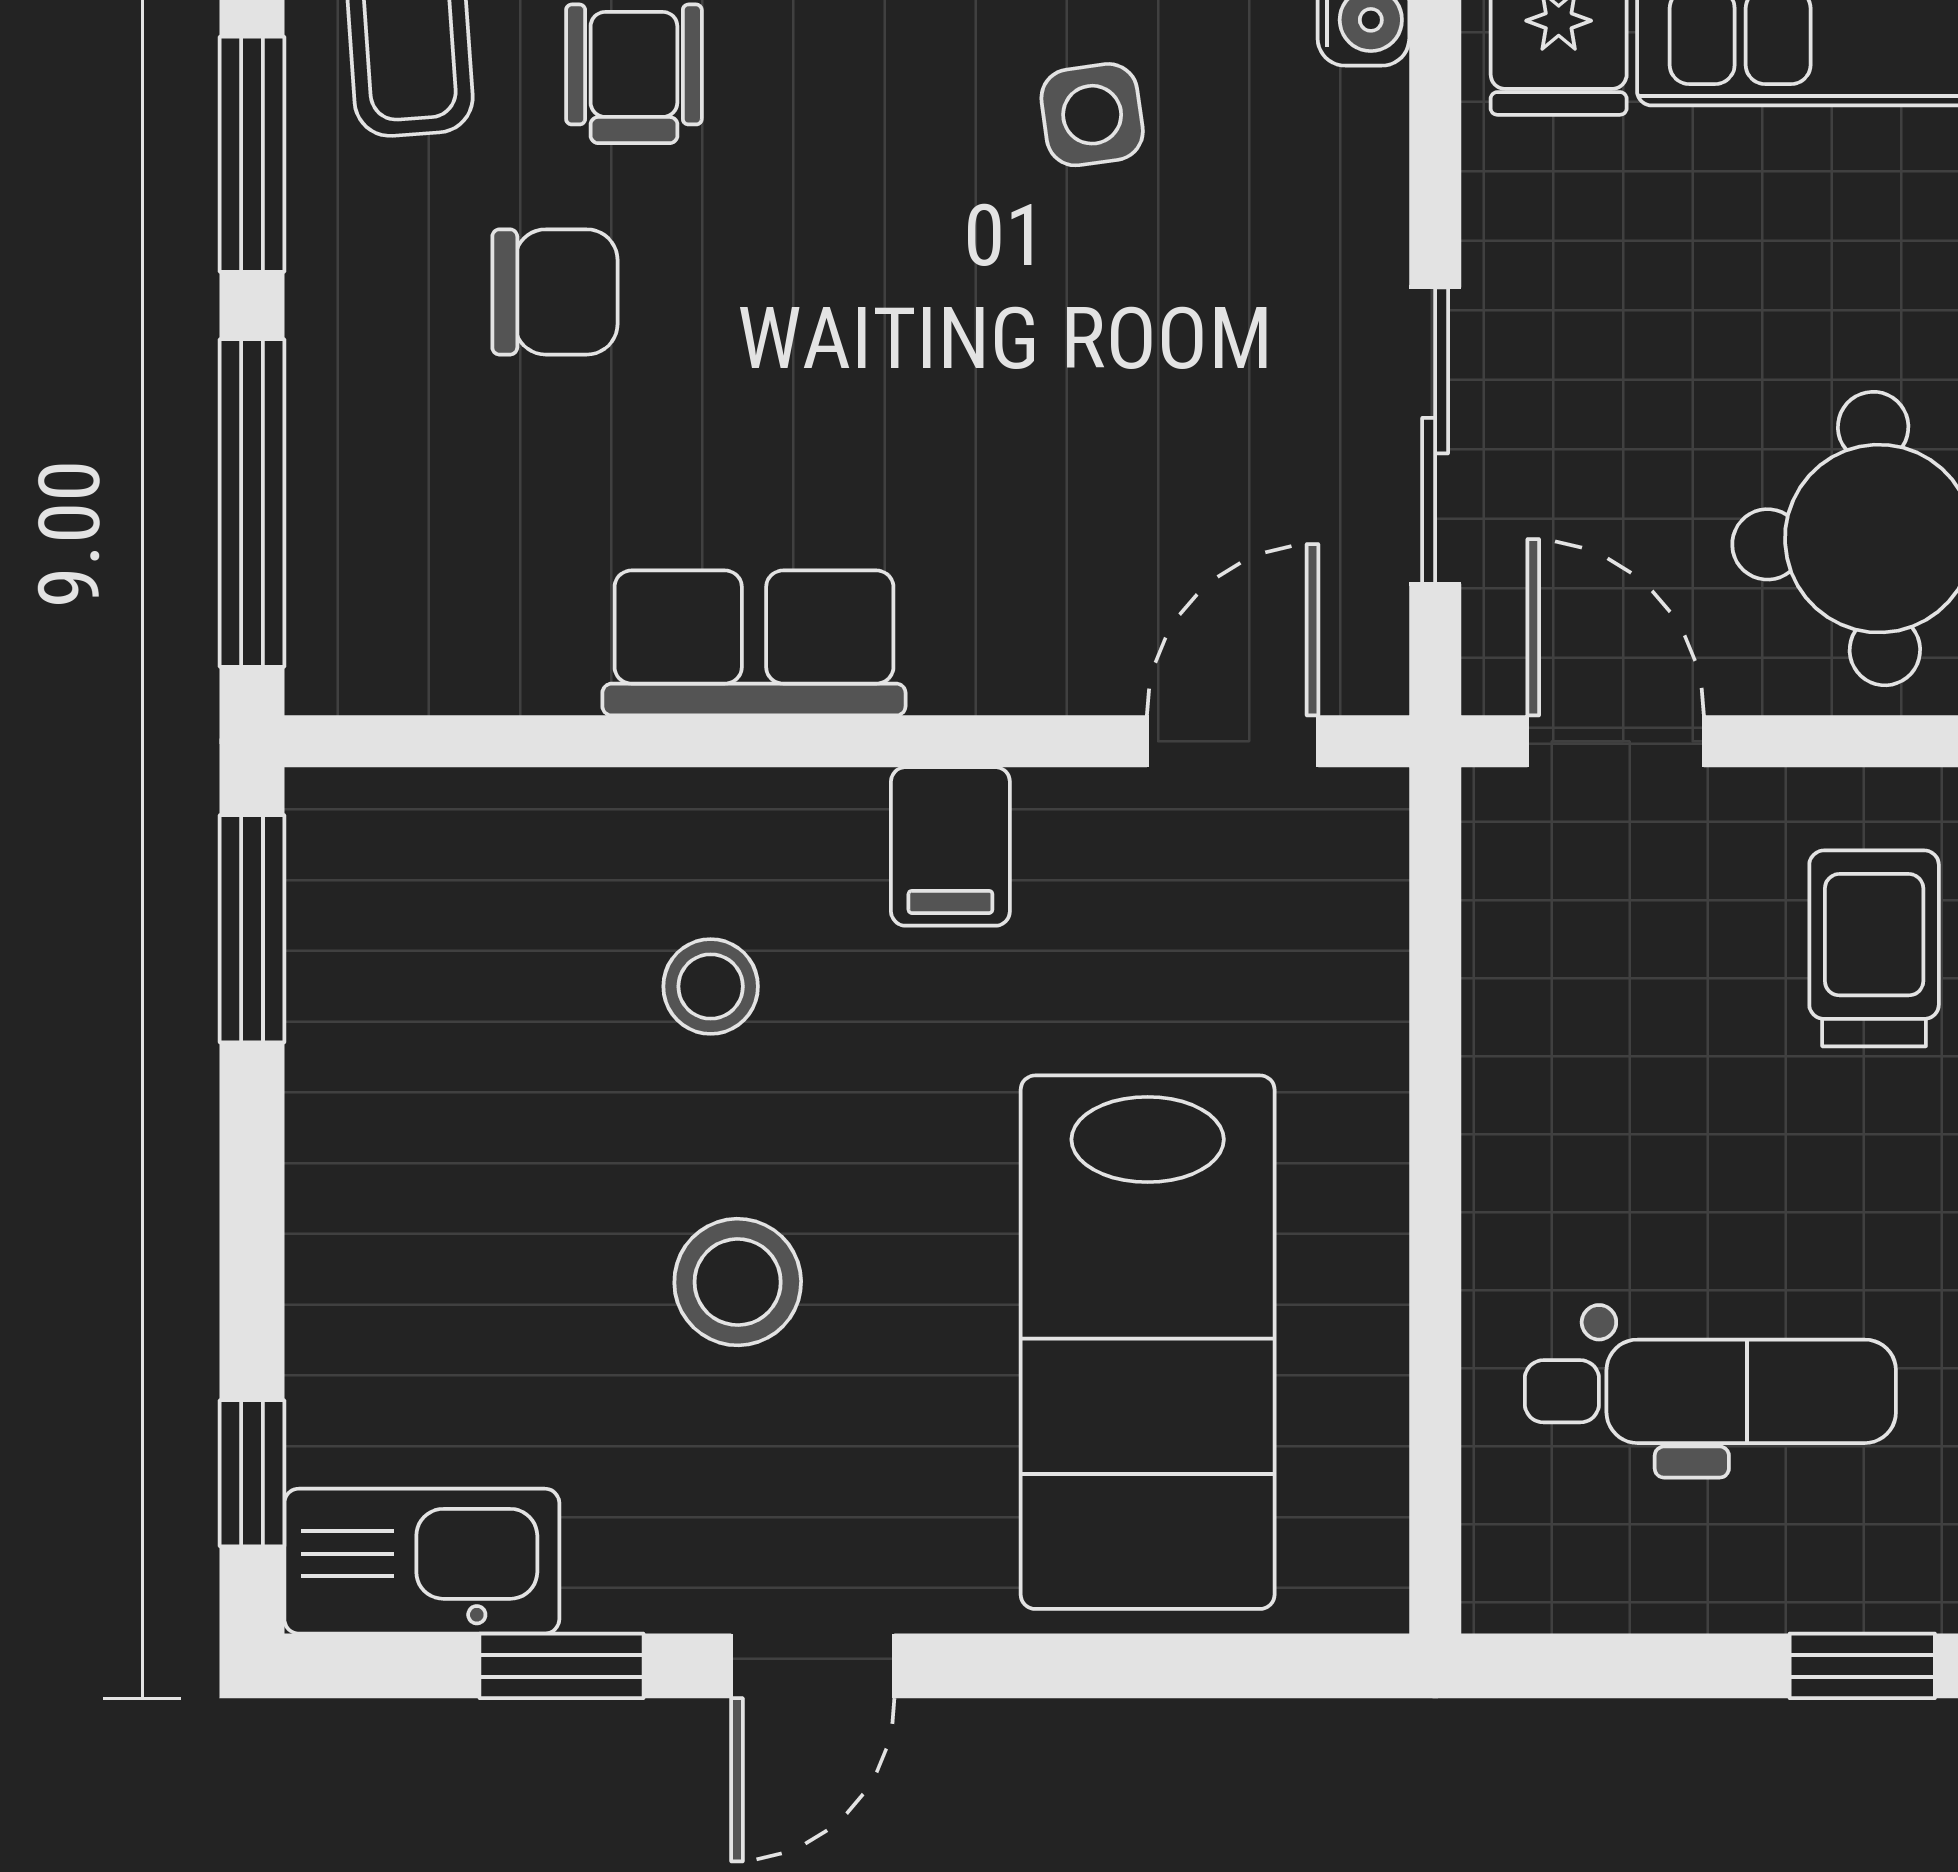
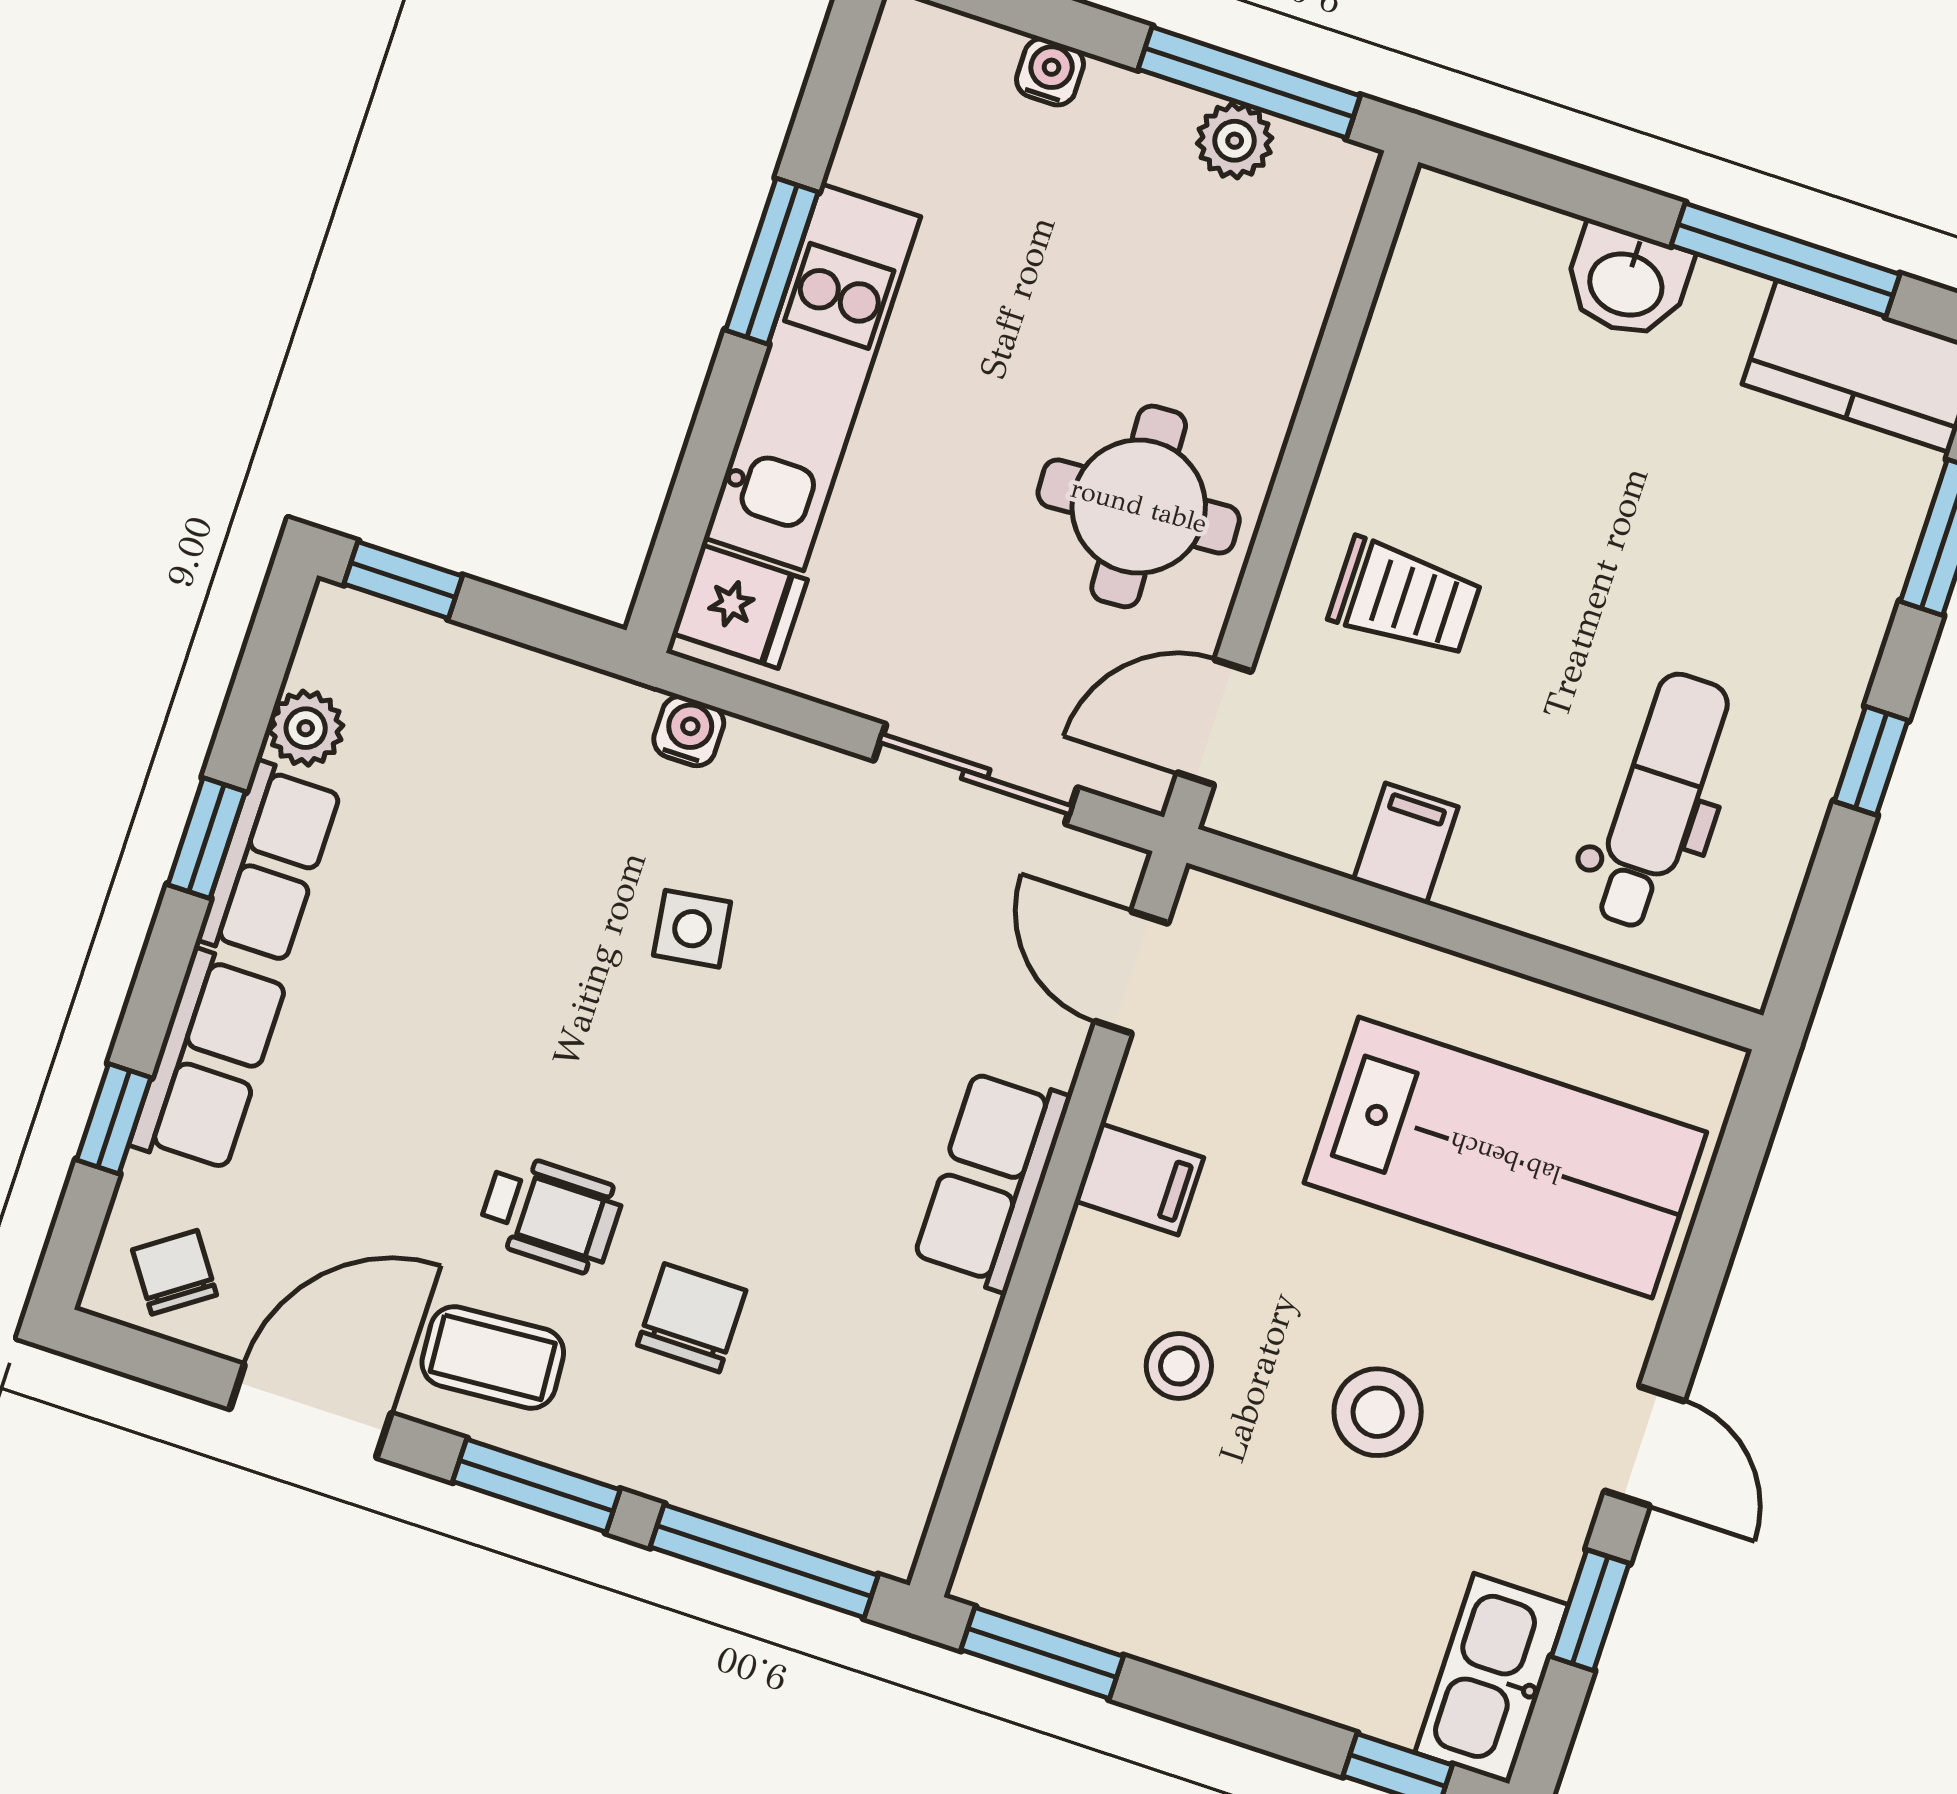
row of seats: (754, 643) -> (992, 1180), moved
trolley: (1874, 948) -> (1405, 598), turned 180
filing cabinet: (1536, 1061) -> (1406, 844), added

